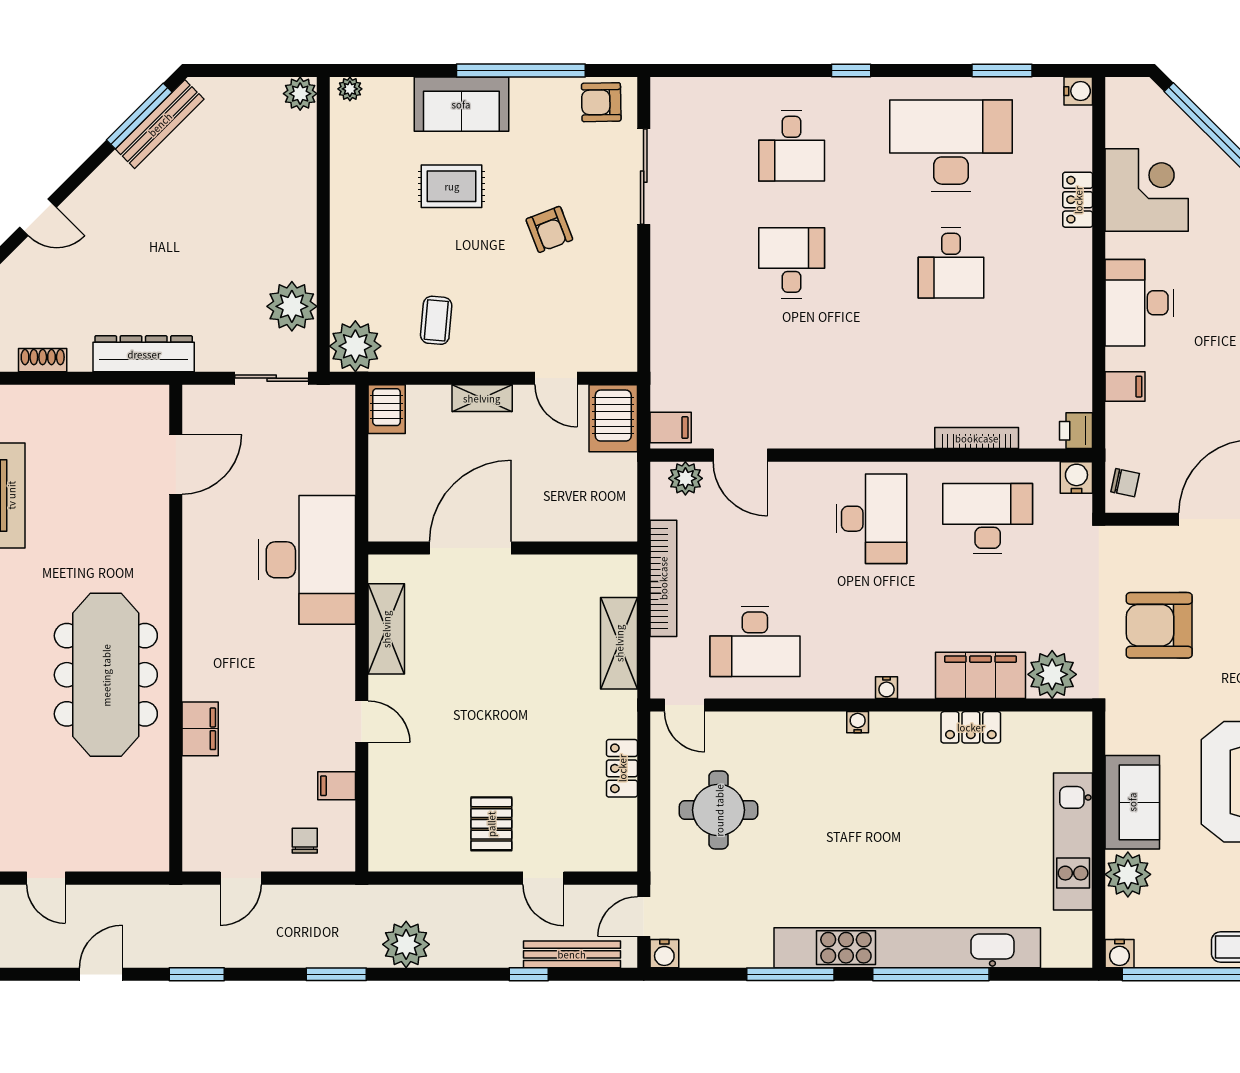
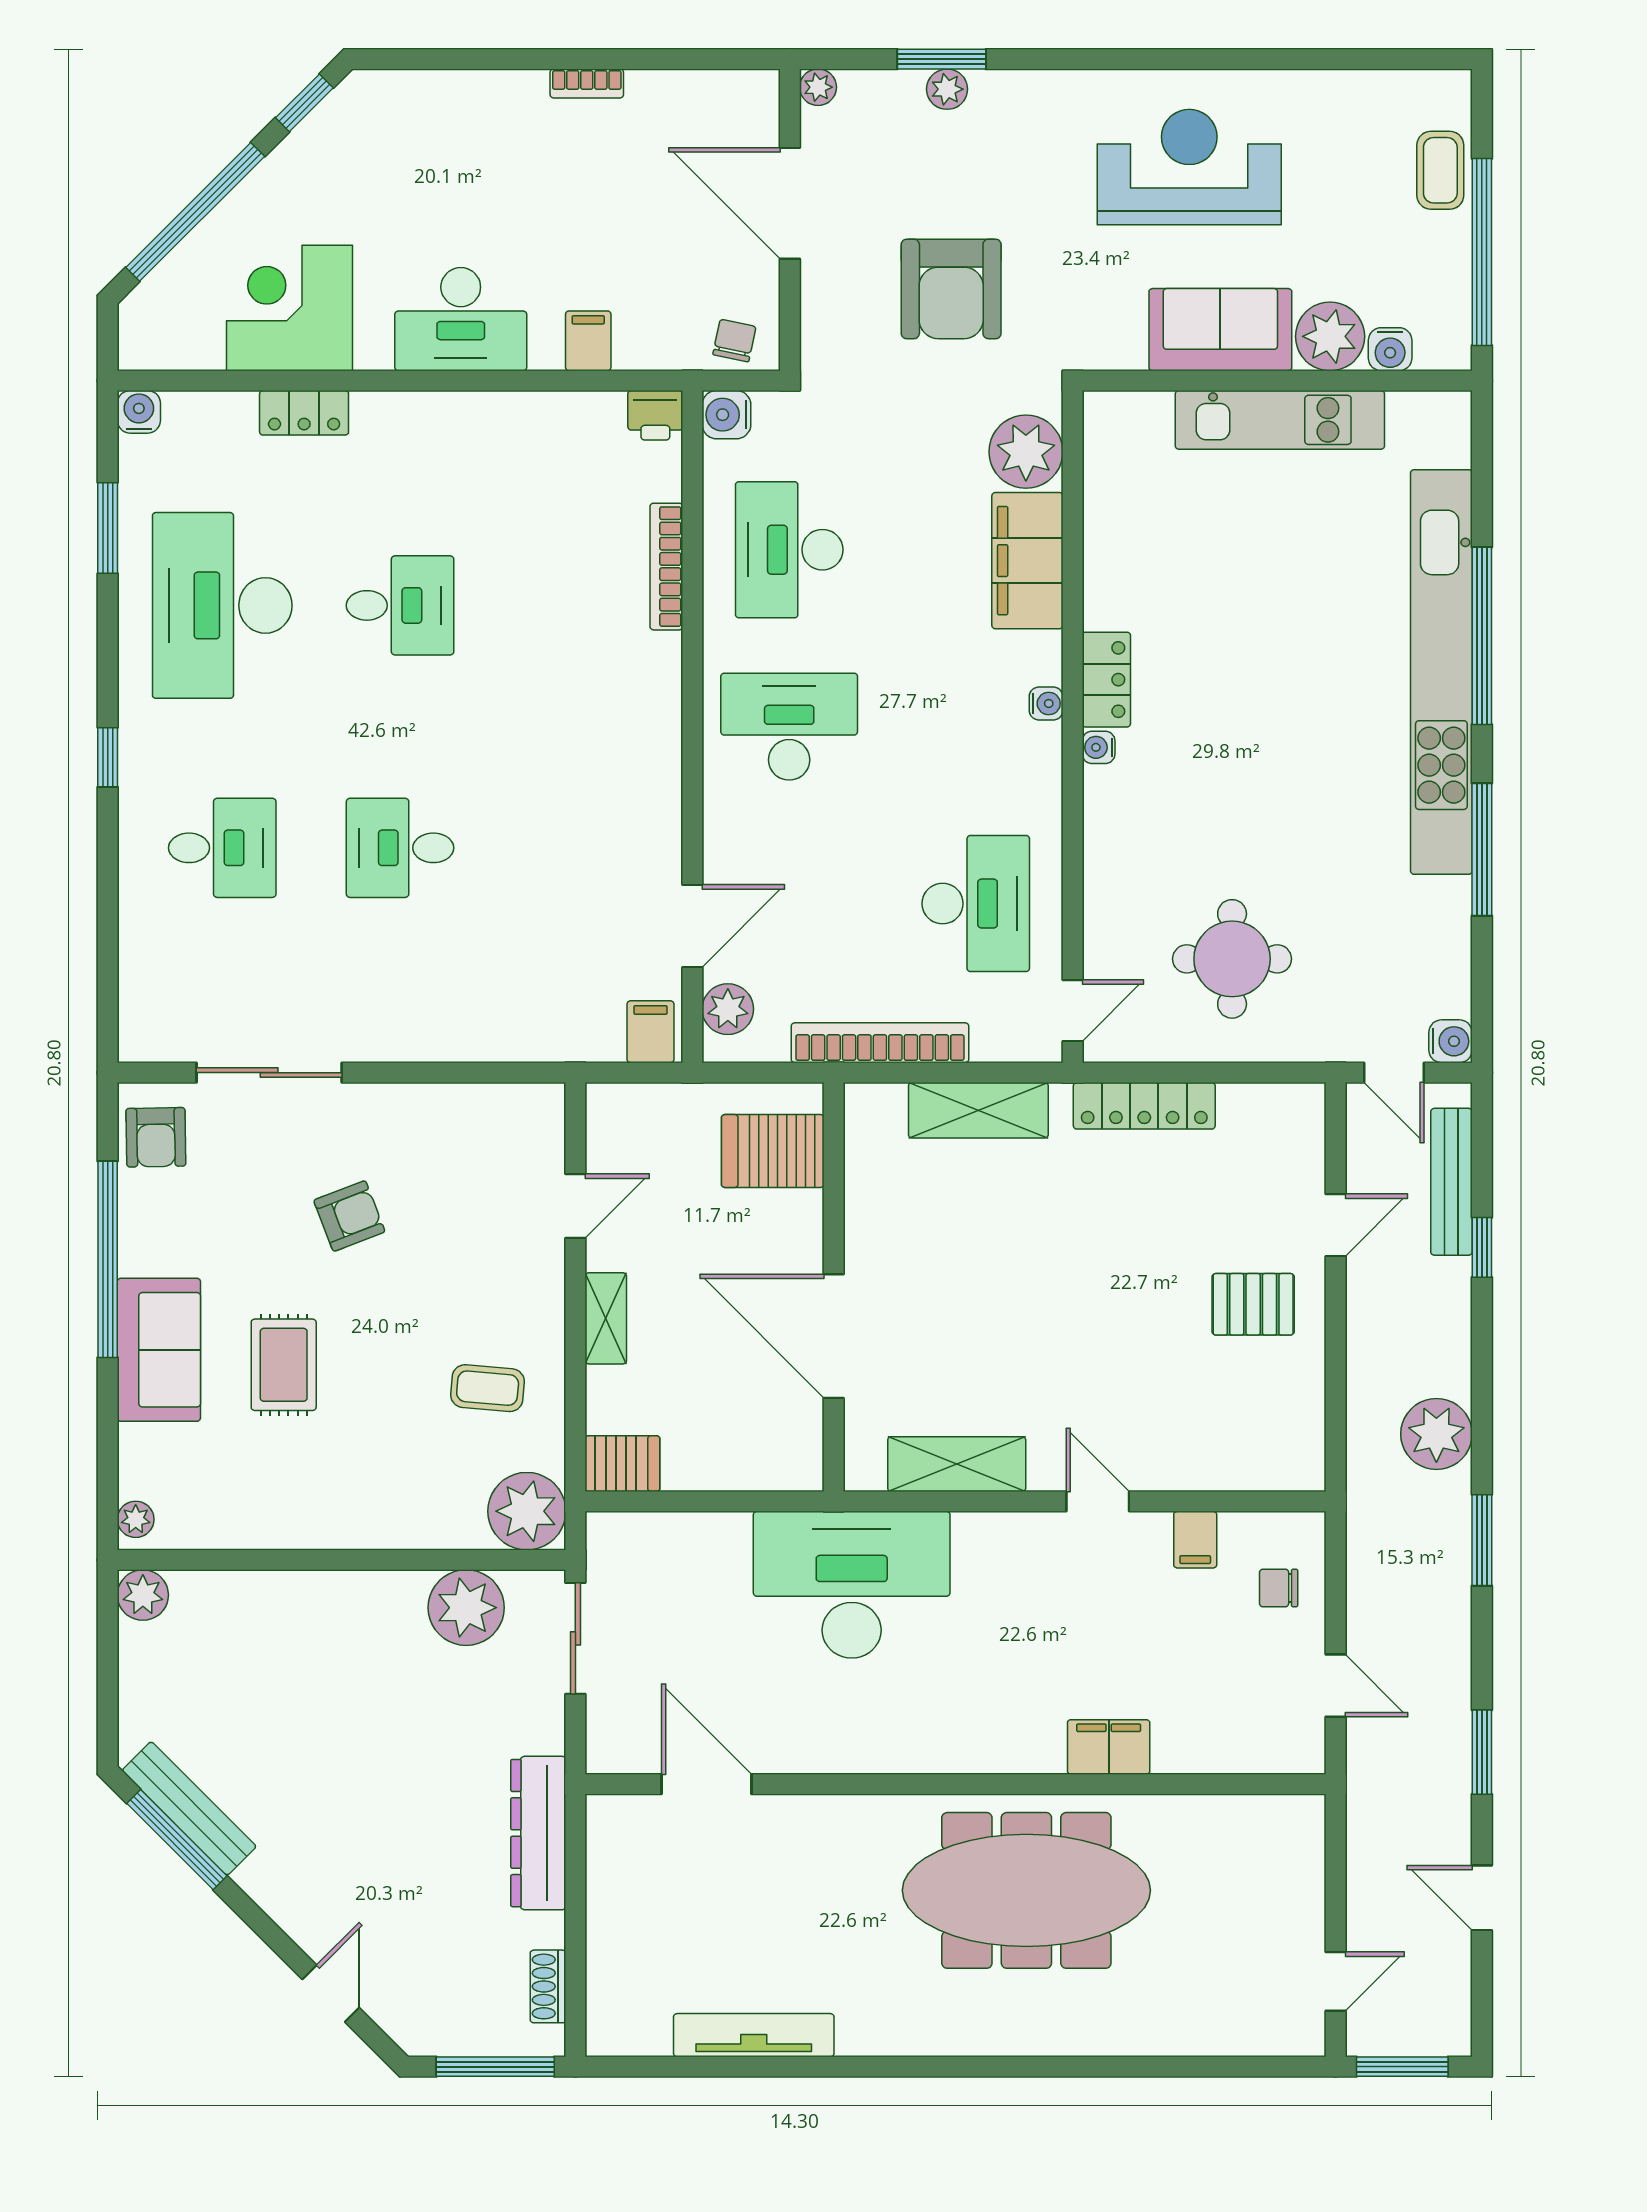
server rack: (613, 418) -> (773, 1151), moved, turned 180
door: (362, 722) -> (1098, 1501), hinge flipped
locker: (971, 727) -> (1106, 680), moved
locker: (622, 768) -> (1144, 1106), width x1.53
water cooler: (1120, 954) -> (1390, 349), moved, turned 90

